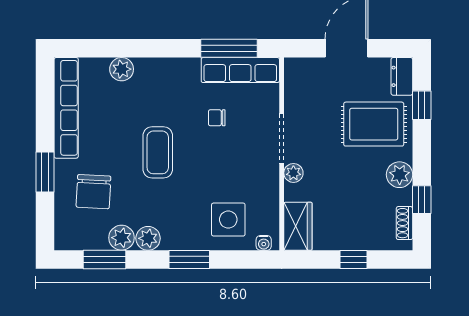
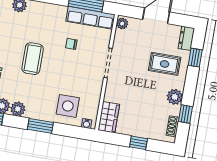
rug: (374, 124) -> (165, 64), width x0.73, depth x0.70
plant: (293, 173) -> (122, 23), moved

